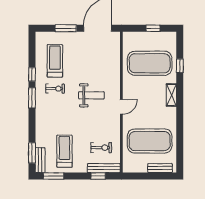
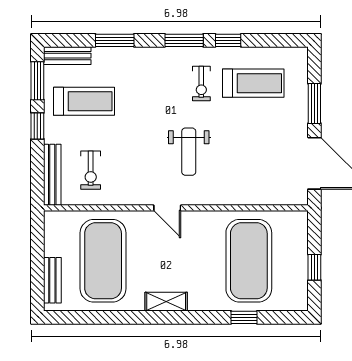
shelving: (171, 95) -> (166, 302), moved
window: (32, 153) -> (115, 40), moved
window: (98, 176) -> (37, 126), moved

